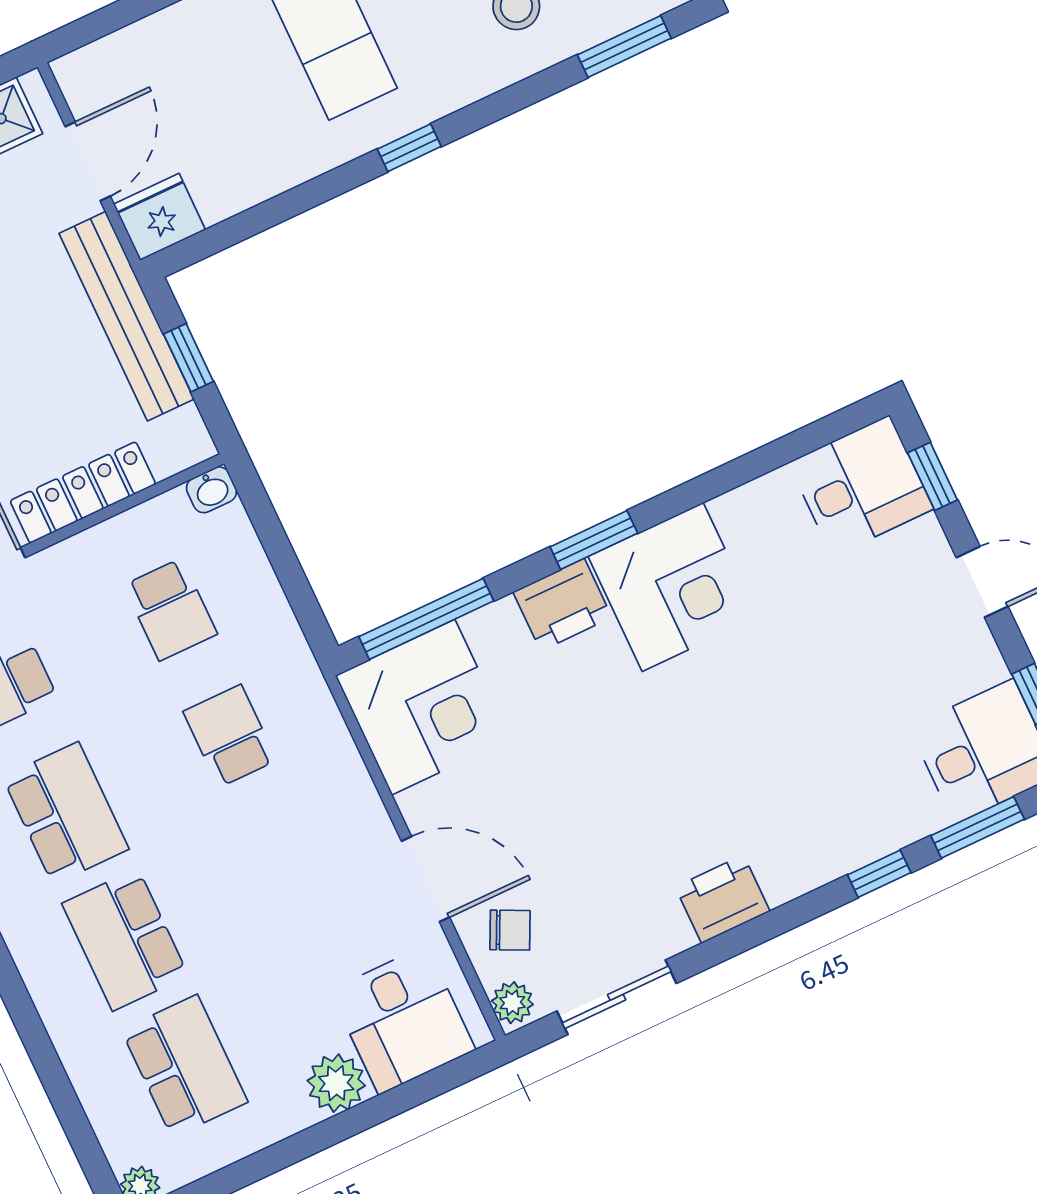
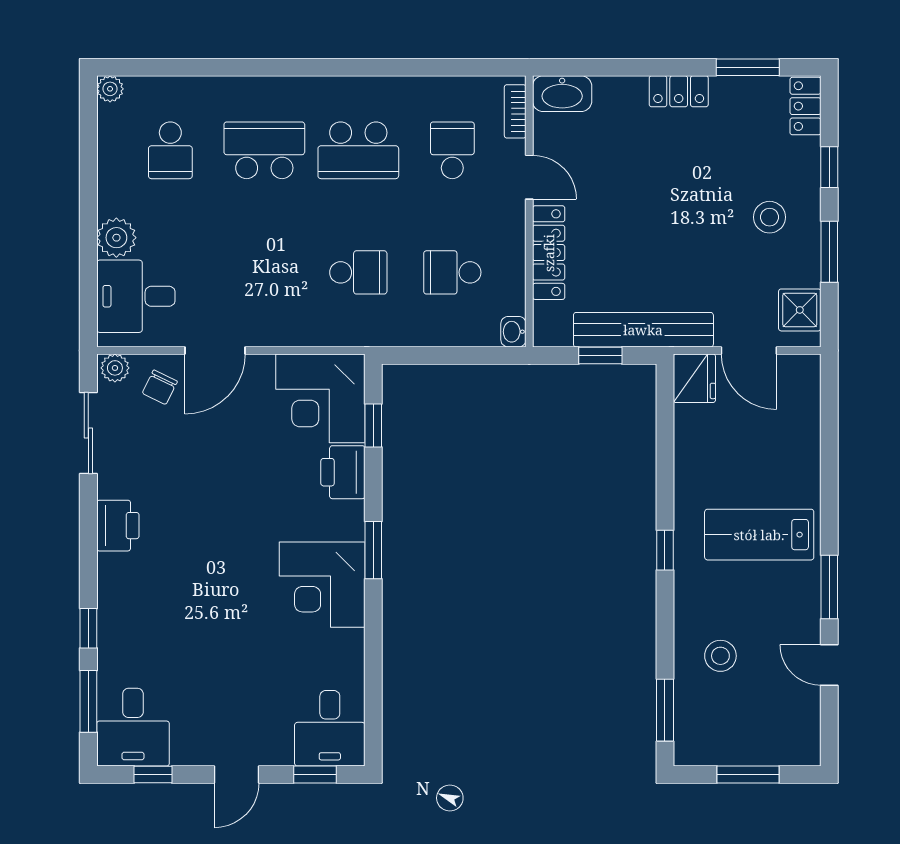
printer: (562, 605) -> (343, 472), moved
window: (426, 619) -> (373, 426), width x0.46
school desk: (185, 1066) -> (170, 150), width x0.54

